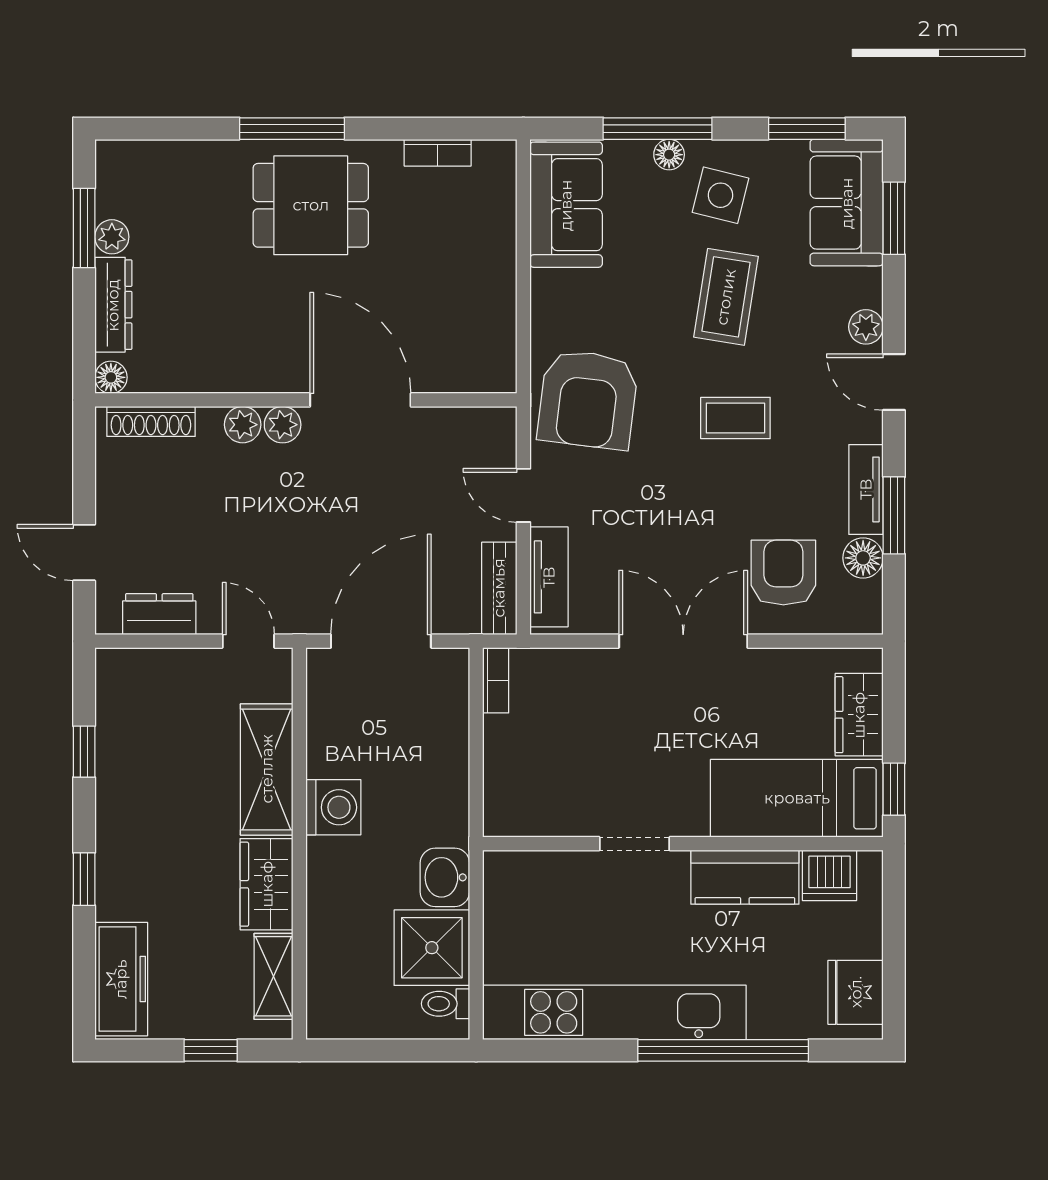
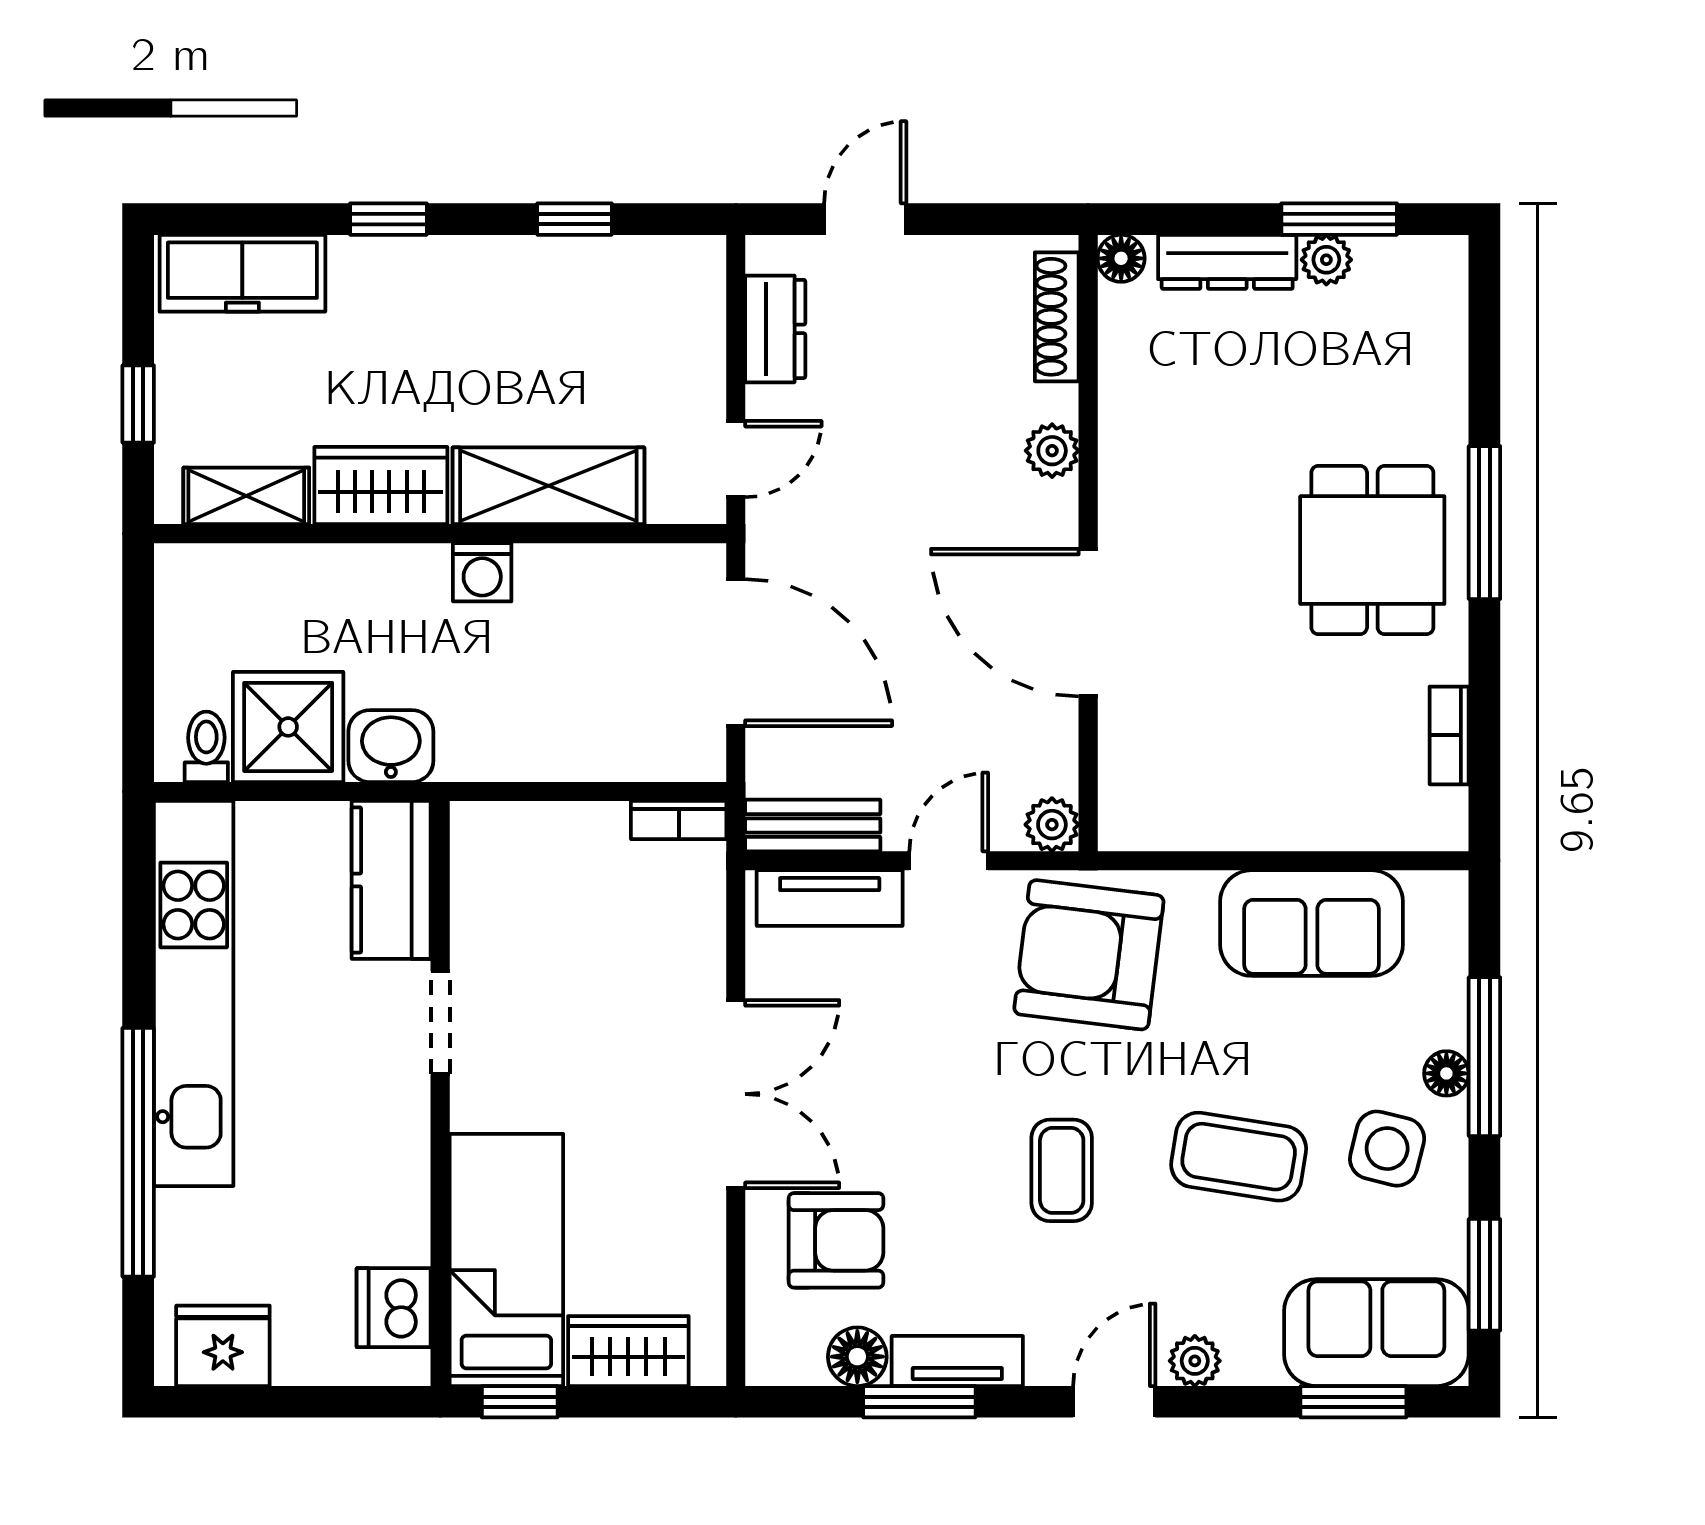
sofa: (566, 205) -> (1312, 923), moved
door: (360, 400) -> (1088, 623), swing flipped
plant: (283, 425) -> (1052, 825), moved
washing machine: (333, 807) -> (482, 572), width x0.73, depth x0.73
kitchen counter: (745, 877) -> (391, 880), moved

